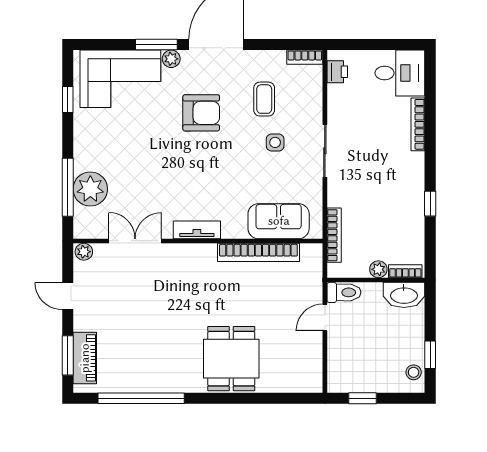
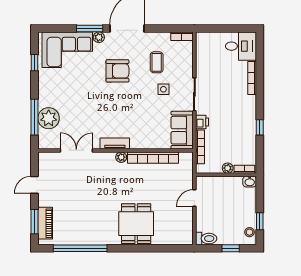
printer: (337, 72) -> (202, 122), moved
sofa: (279, 221) -> (182, 130), moved, turned -90
plant: (84, 252) -> (121, 157), moved
toilet: (344, 292) -> (206, 239), moved
washbasin: (404, 295) -> (250, 182), width x0.52, depth x0.69
door: (68, 296) -> (35, 185), hinge flipped
window: (362, 398) -> (231, 248), moved

